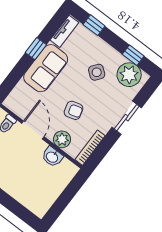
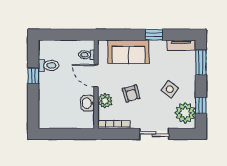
window: (94, 25) -> (201, 63), width x1.50
sofa: (46, 68) -> (128, 52), moved
door: (33, 130) -> (96, 76), swing flipped

